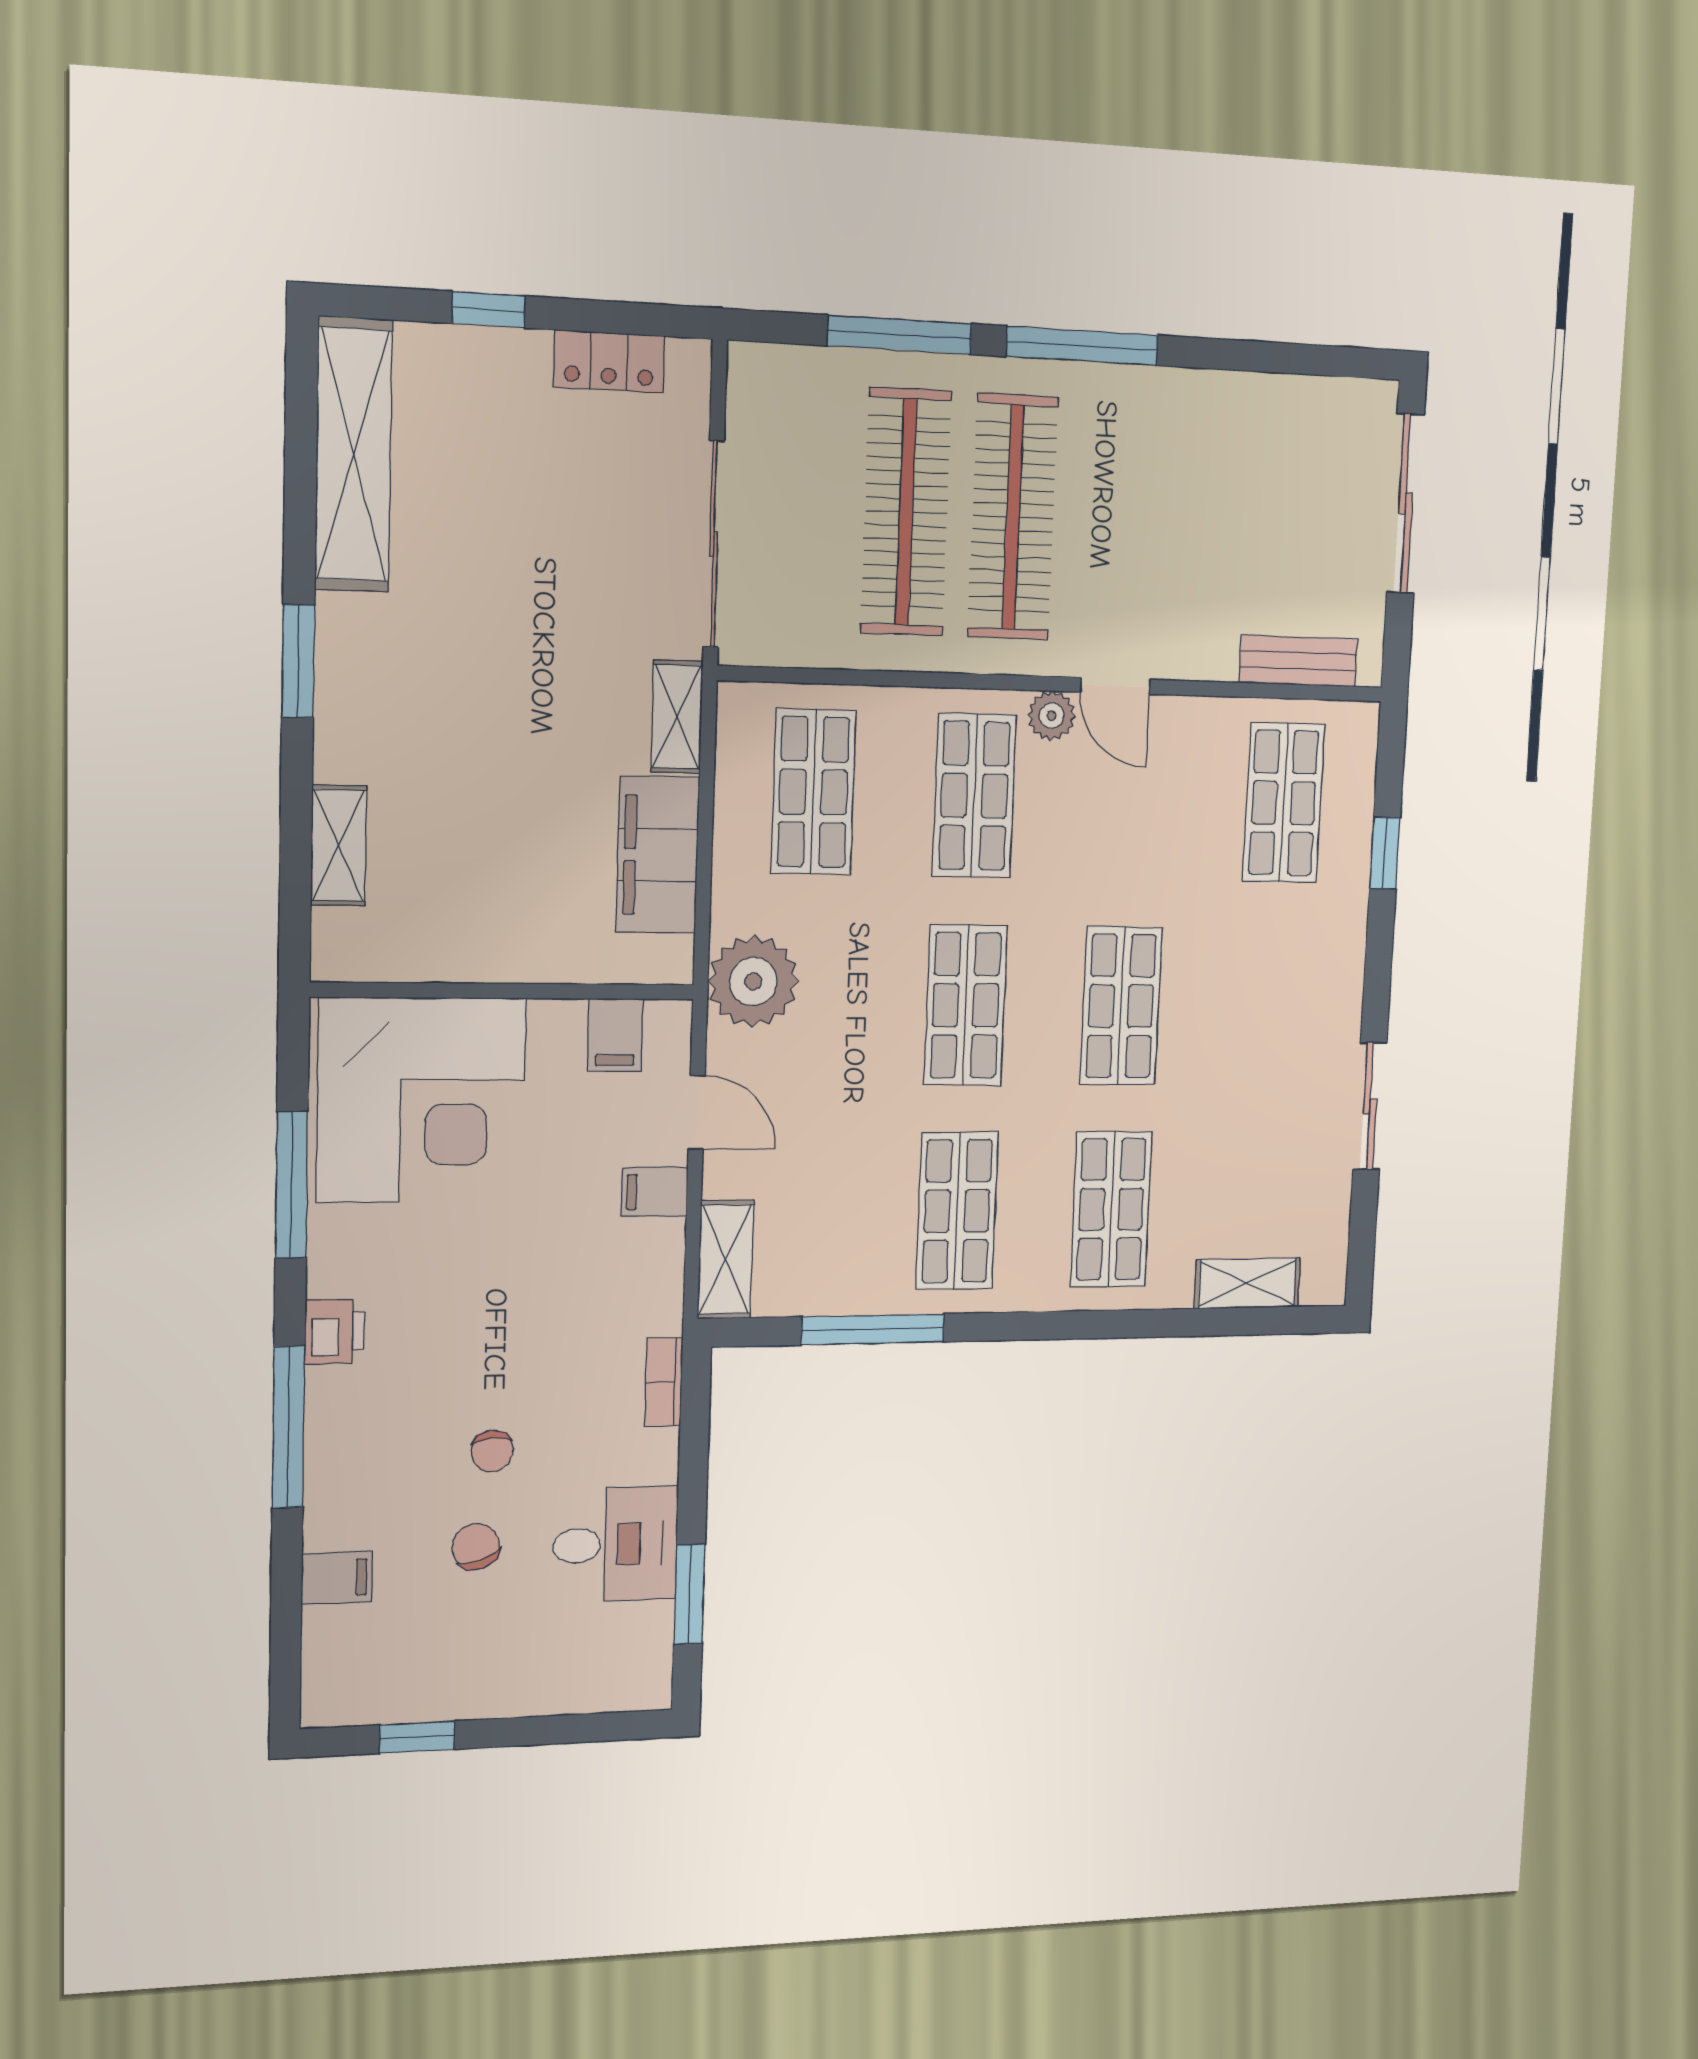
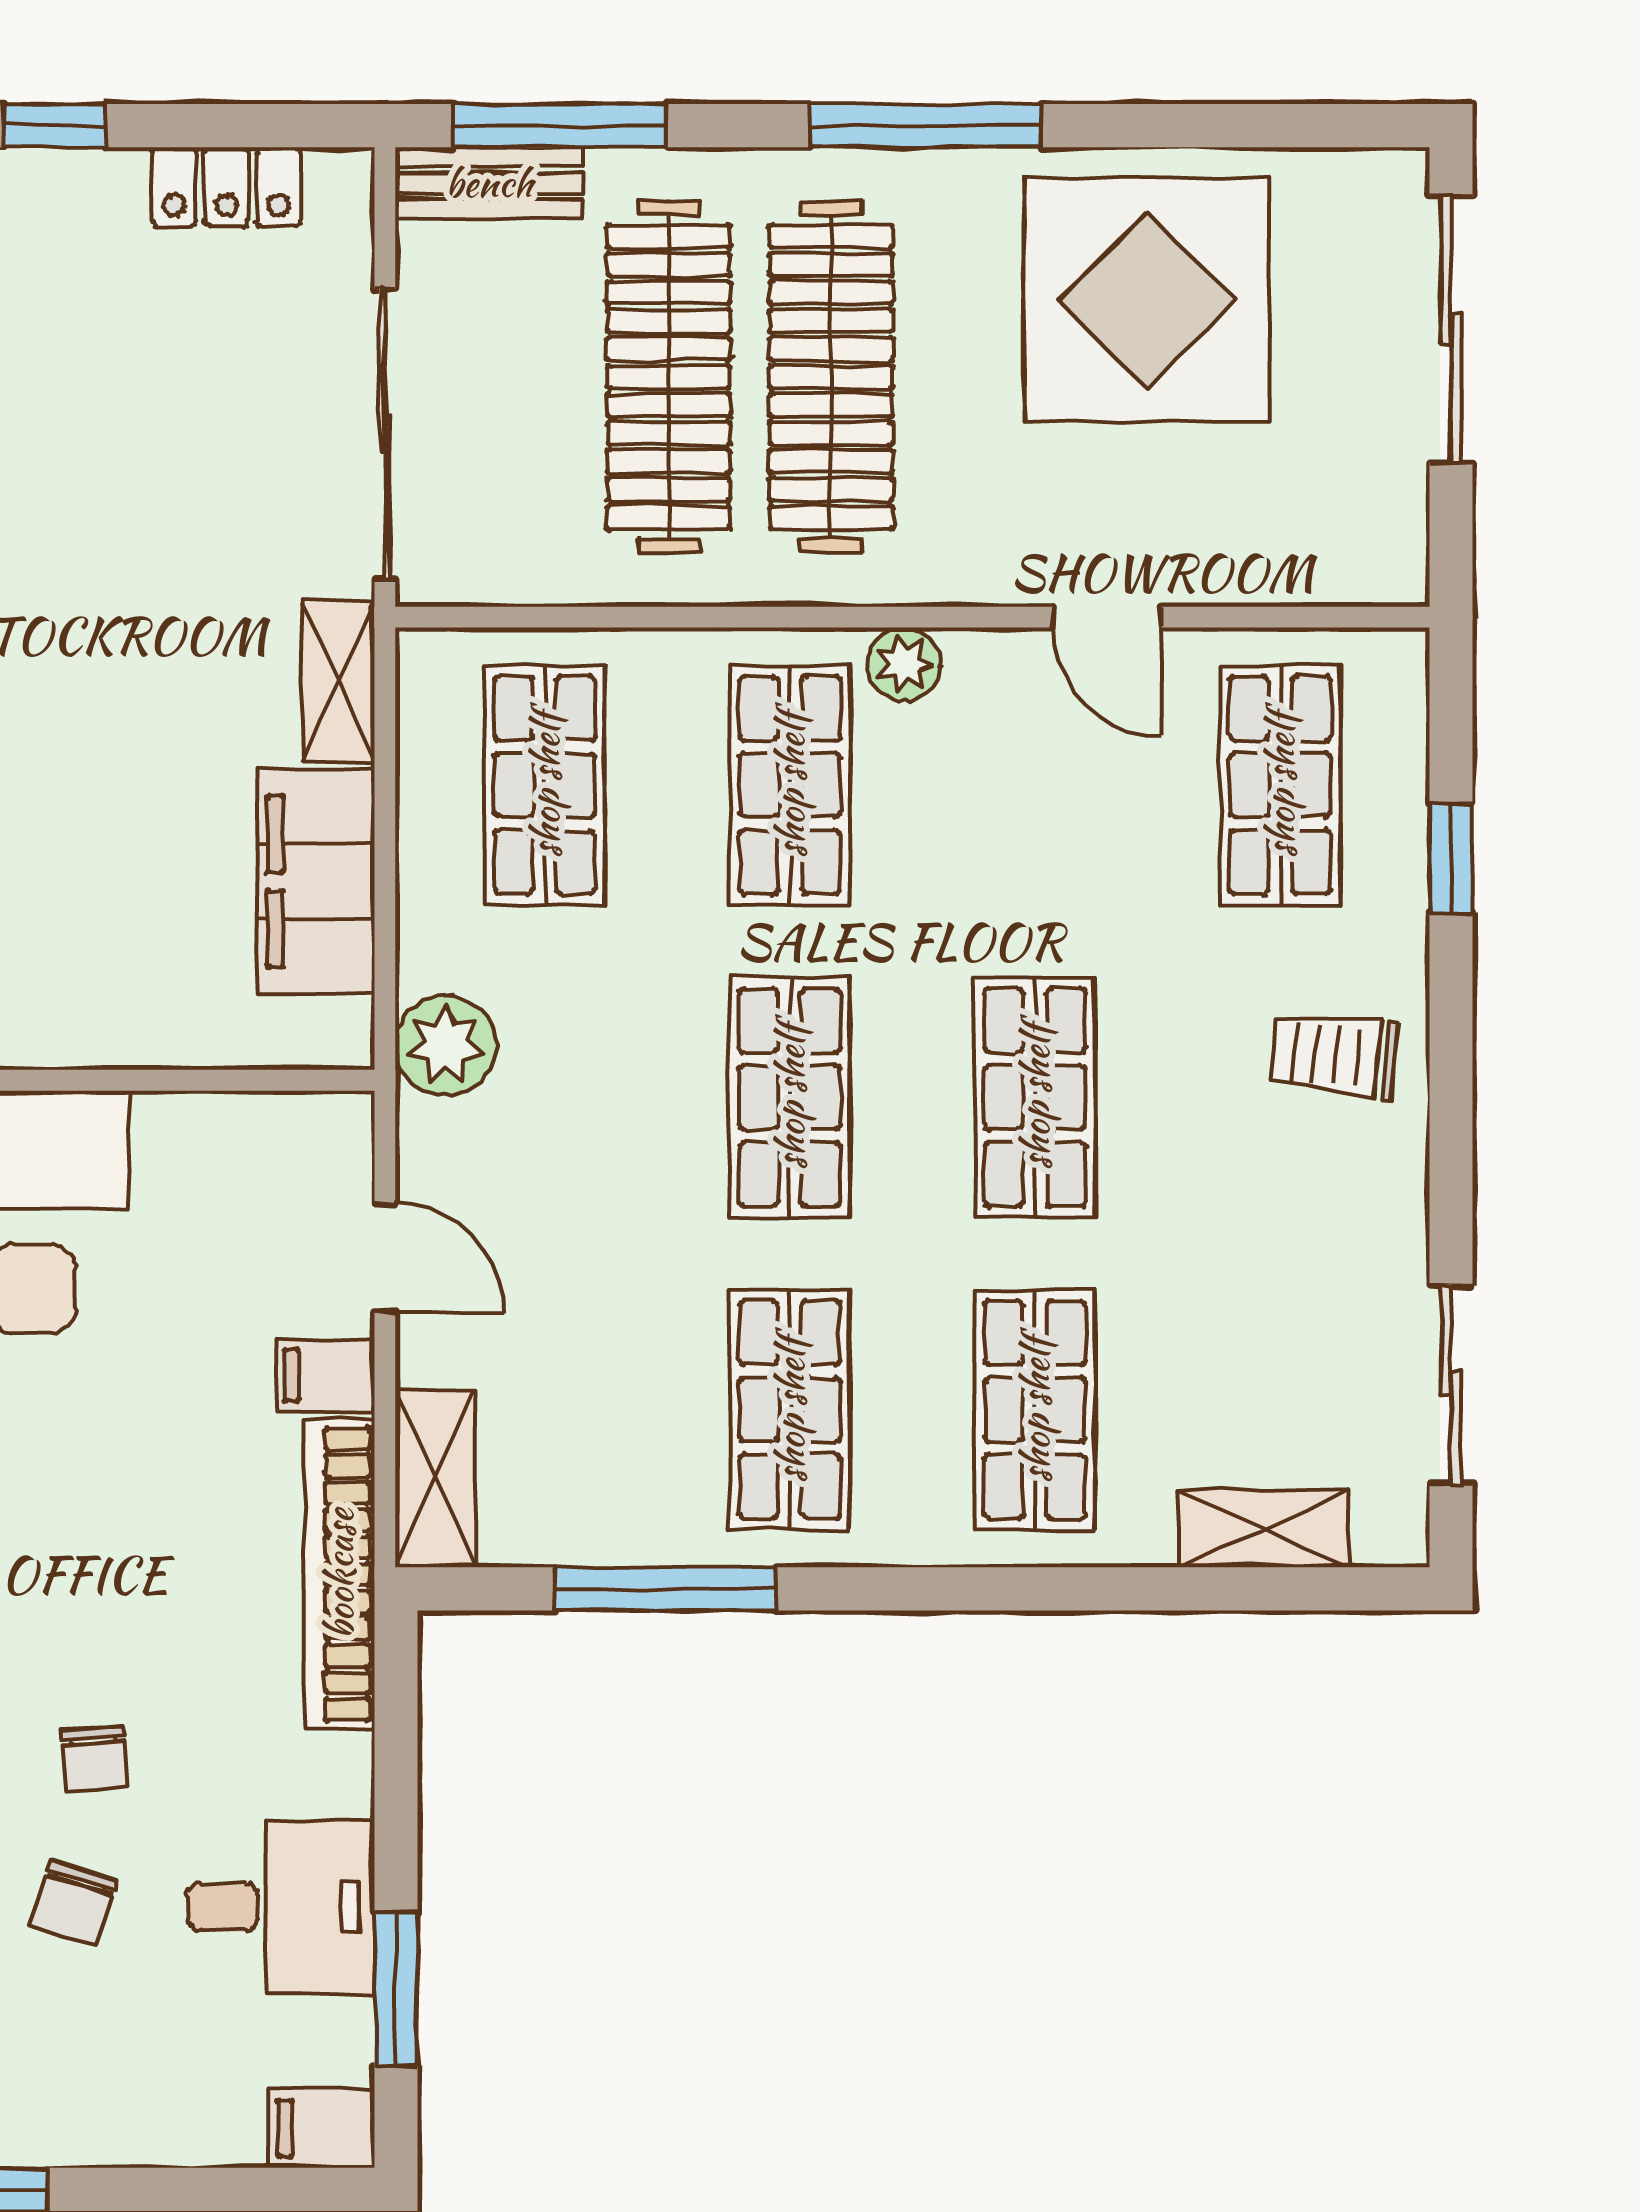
window: (900, 335) -> (560, 126), moved
display table: (1218, 474) -> (1147, 300), added
bench: (1298, 661) -> (489, 183), moved
door: (1115, 686) -> (1107, 617), moved
trolley: (1307, 980) -> (1334, 1055), added
plant: (753, 981) -> (445, 1046), width x0.73, depth x0.73
filing cabinet: (615, 1035) -> (321, 2128), moved, turned 90
sliding door: (1370, 1106) -> (1451, 1384), moved
bookcase: (664, 1382) -> (339, 1574), width x2.31, depth x1.31
chair: (476, 1547) -> (73, 1903), turned -144

